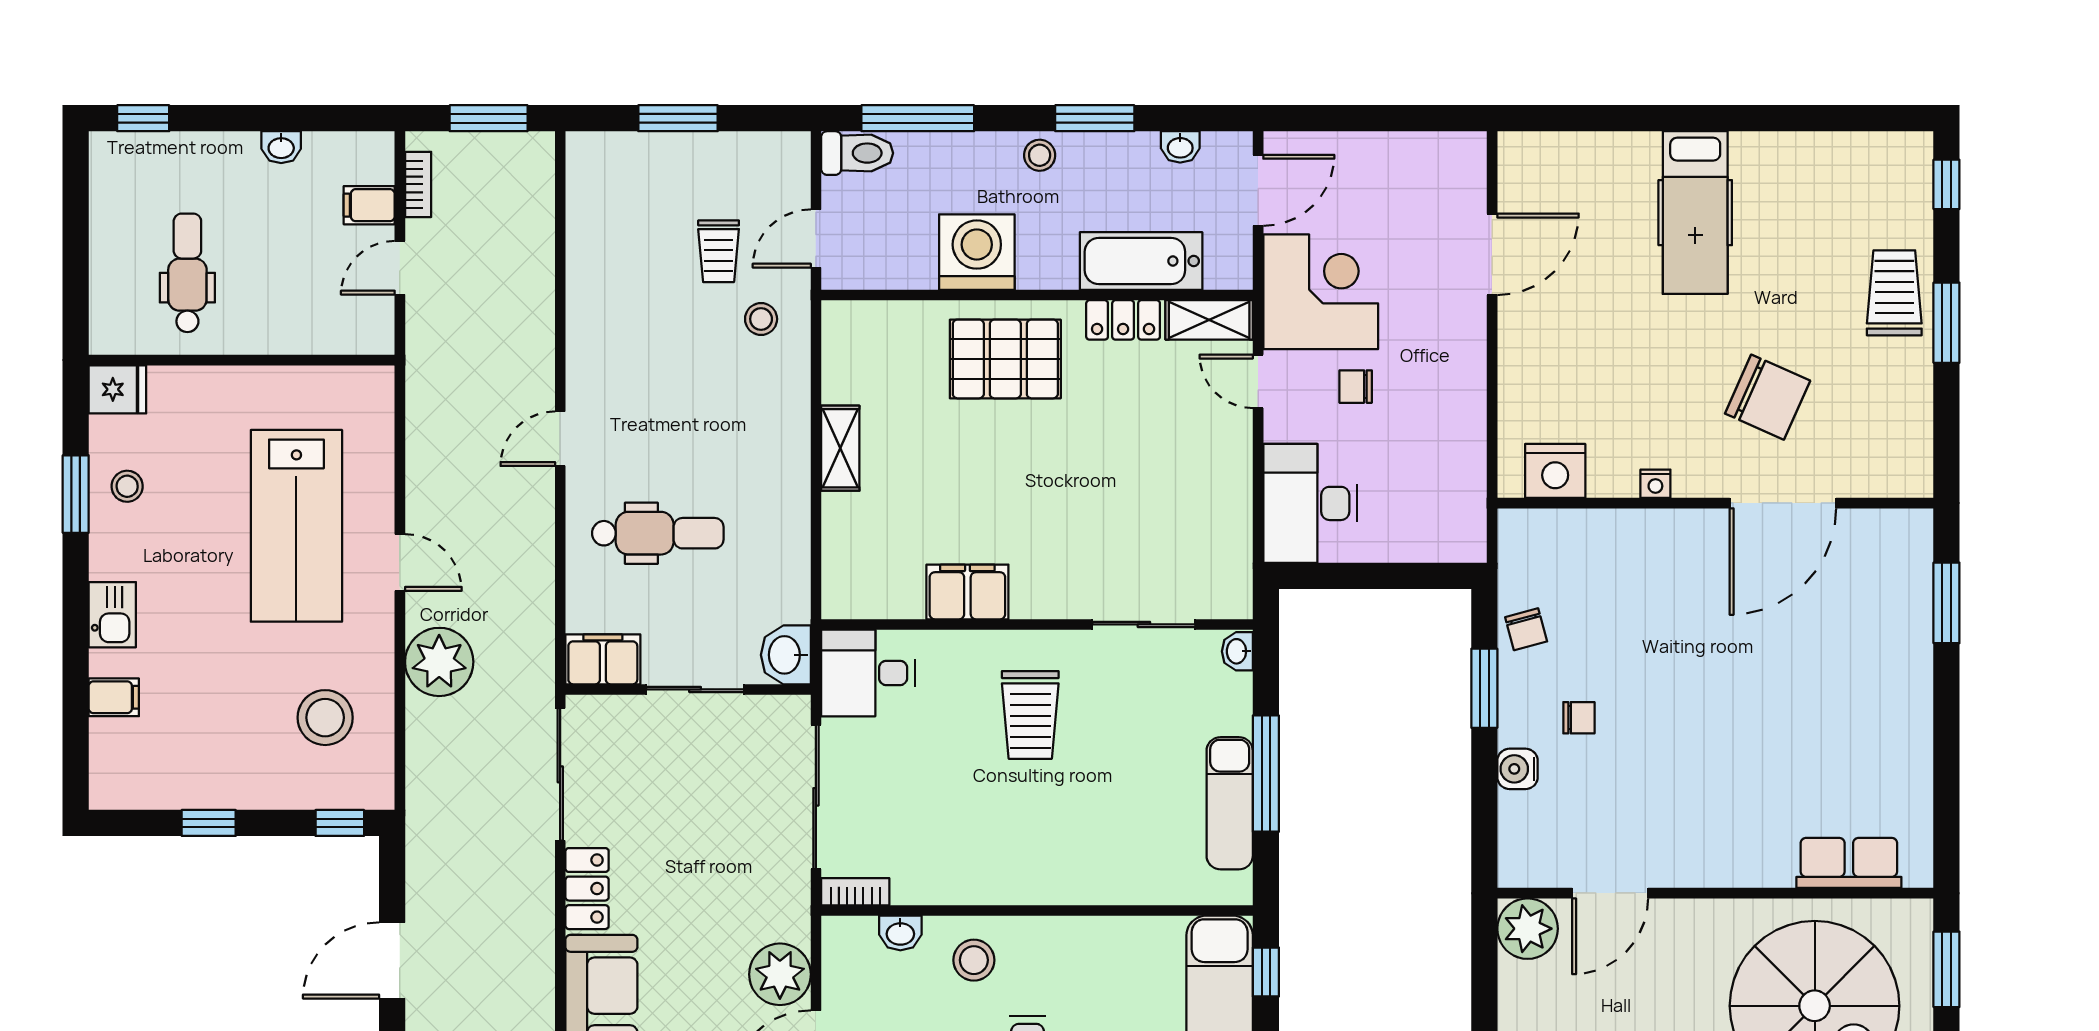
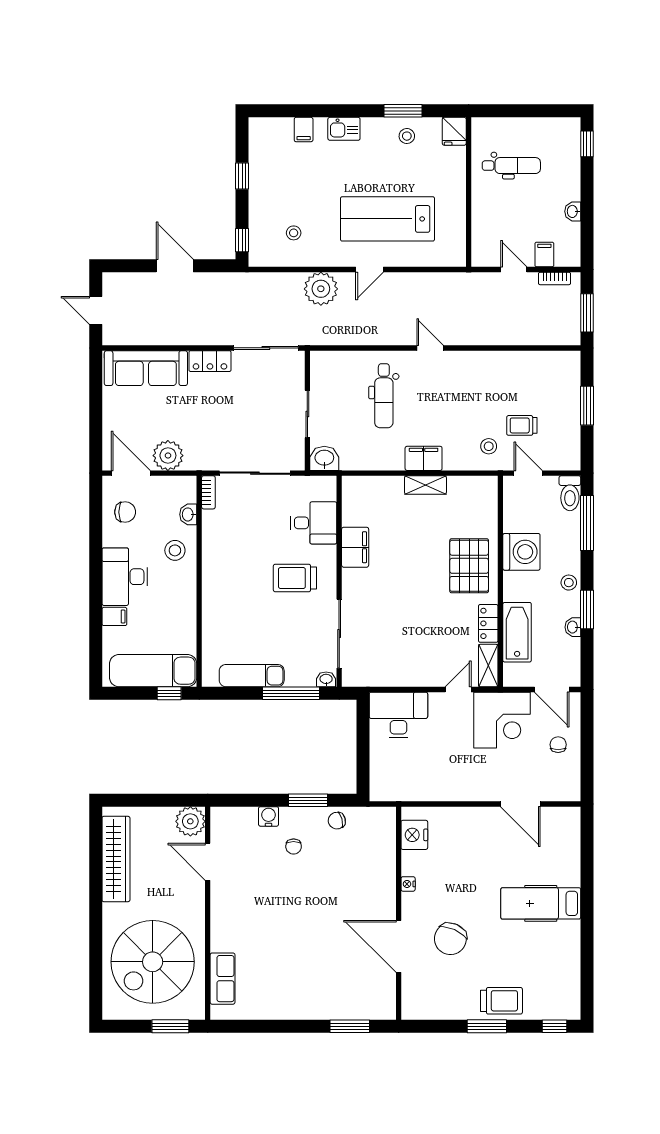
washbasin: (1180, 147) -> (573, 627), moved
chair: (1356, 387) -> (558, 745), moved
sliding door: (1144, 624) -> (339, 634), width x1.37
filing cabinet: (603, 659) -> (424, 458), moved, turned -90
desk: (868, 673) -> (314, 523), moved, turned 90
stool: (325, 718) -> (294, 233), width x0.53, depth x0.53
window: (1266, 774) -> (291, 693), moved

